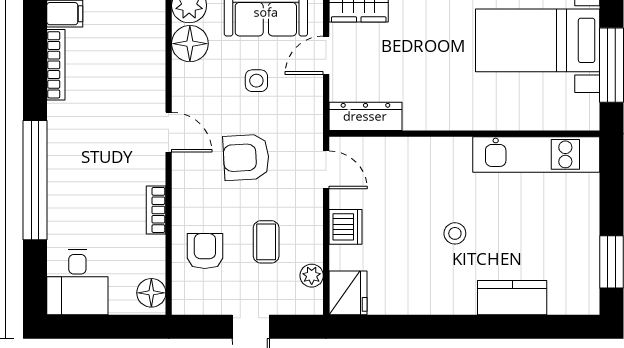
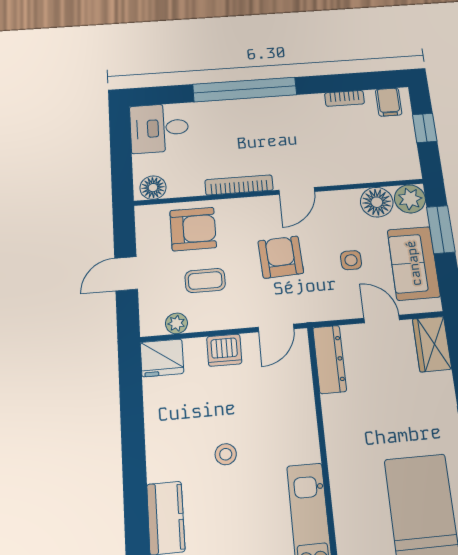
bookcase: (56, 65) -> (344, 98), width x0.64
bookcase: (156, 210) -> (239, 185), width x1.56
armchair: (205, 251) -> (193, 229), width x1.38, depth x1.38

